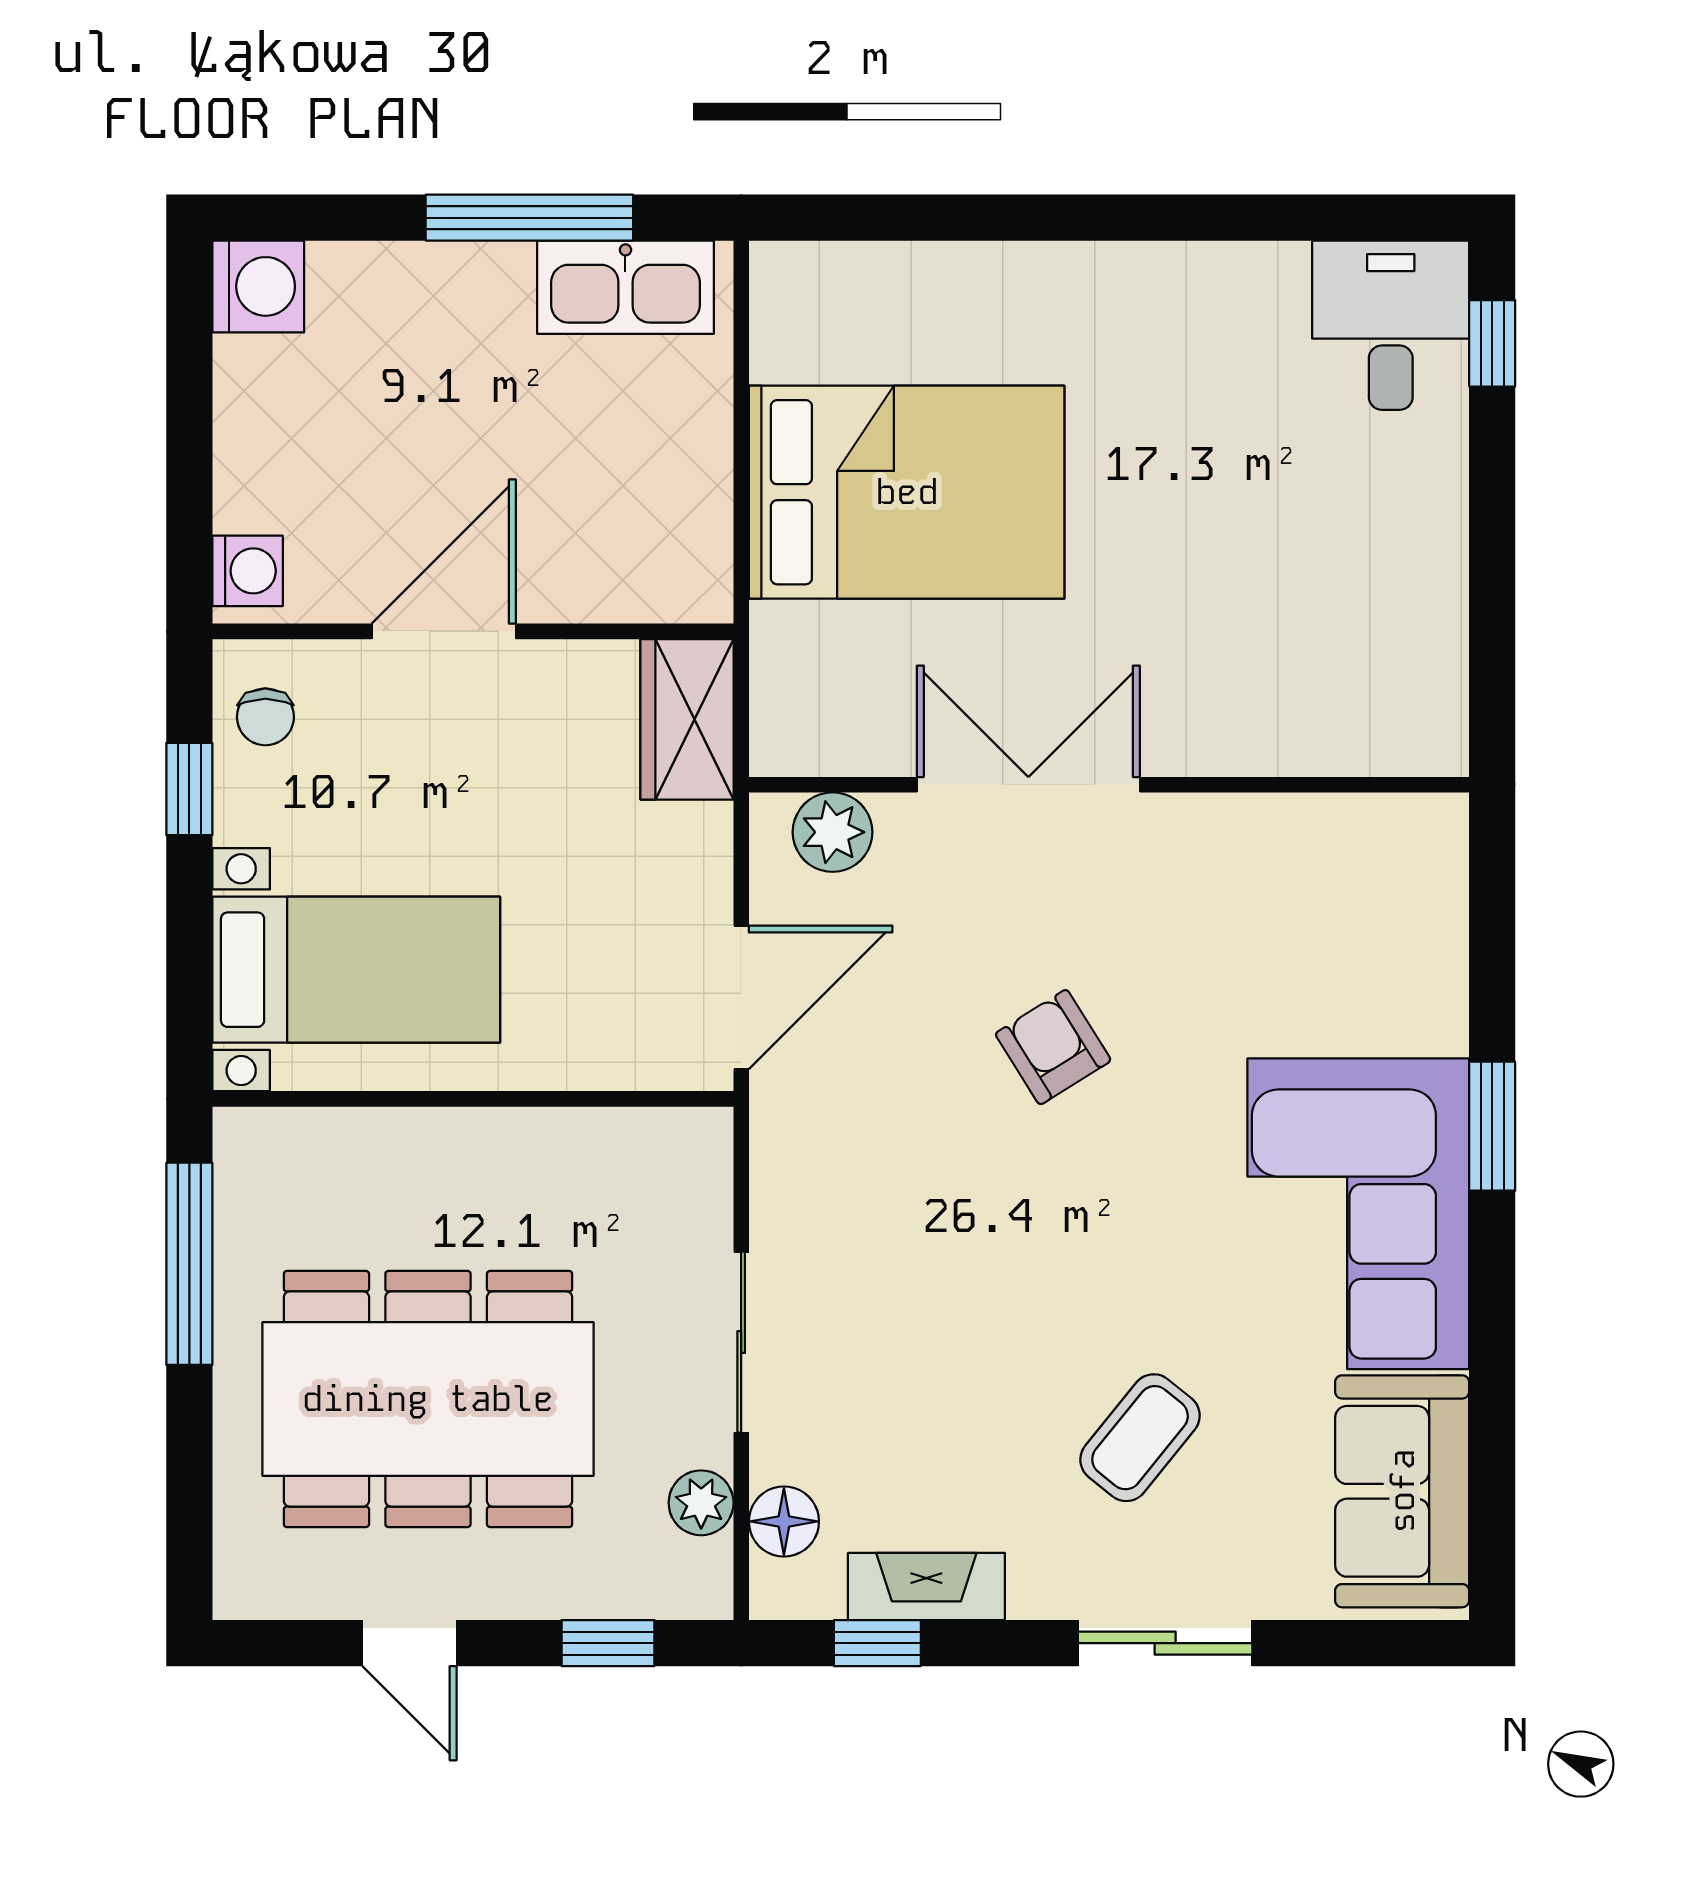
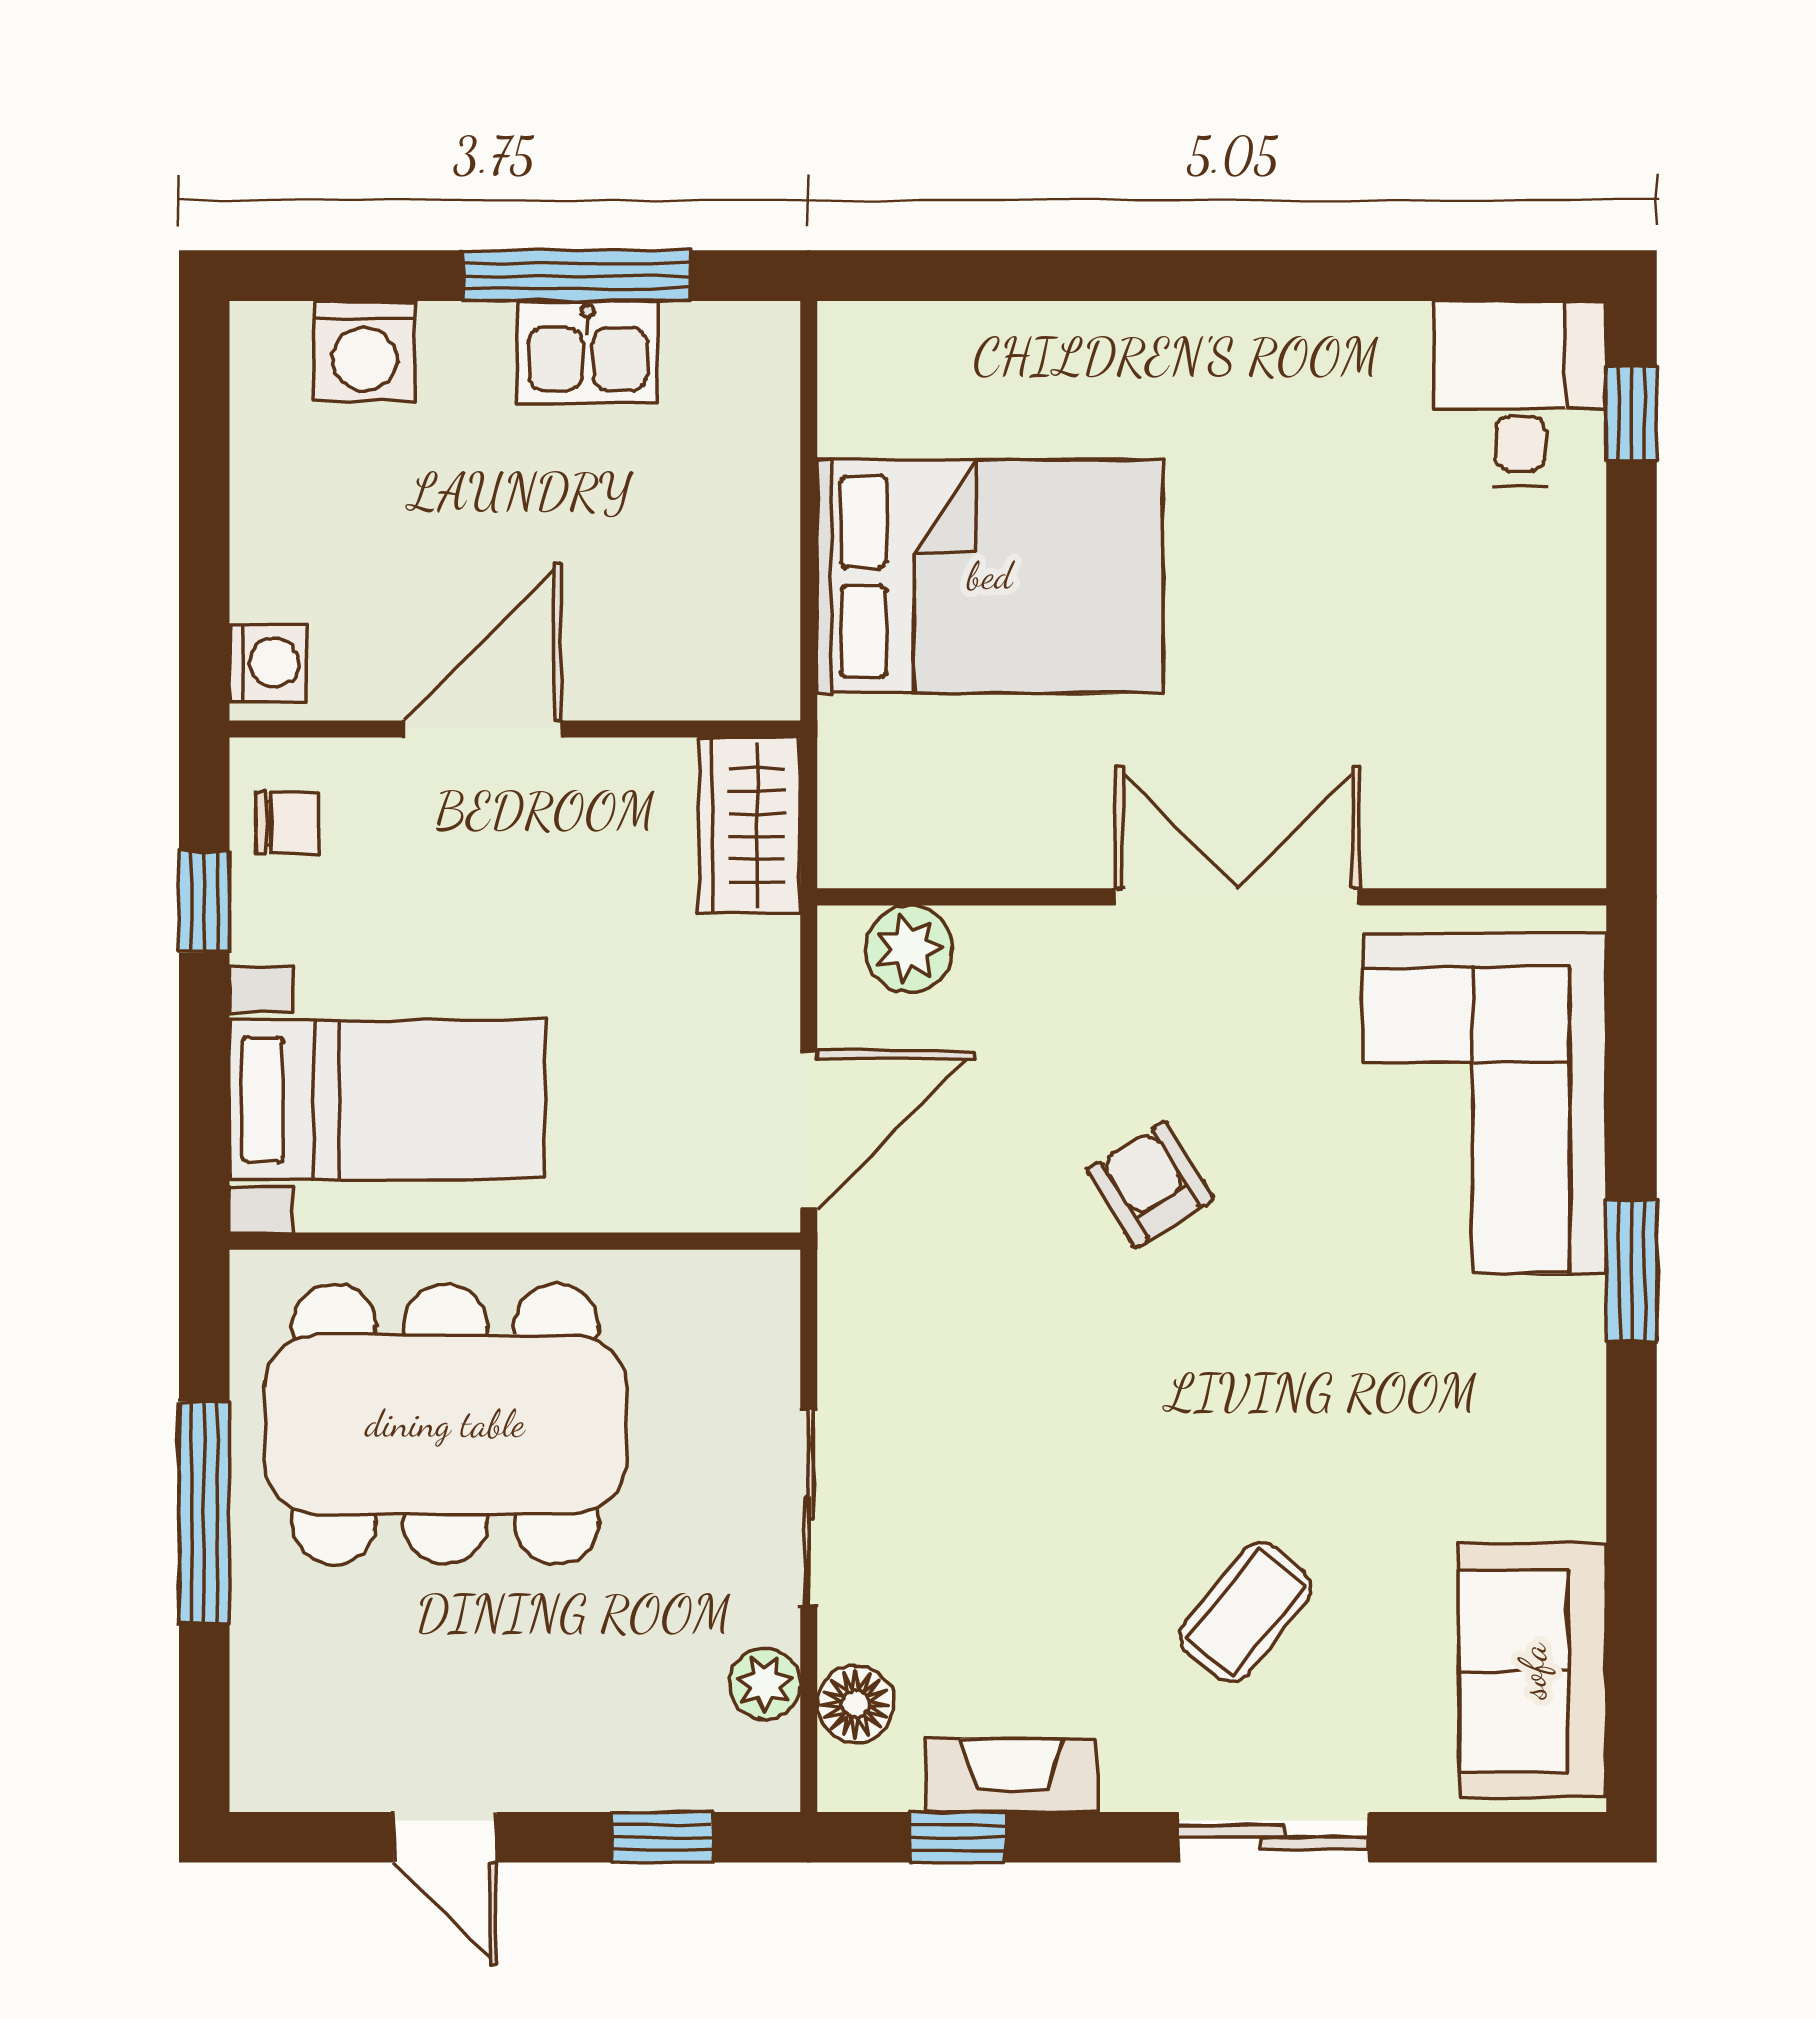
washing machine: (258, 286) -> (365, 351), moved, turned 90
kitchen sink: (625, 287) -> (588, 352), moved, width x0.73
chair: (265, 717) -> (288, 823), turned -90
double door: (1028, 785) -> (1237, 897), moved
corner sofa: (1358, 1214) -> (1485, 1103), moved
window: (189, 1264) -> (204, 1512), moved
dining table: (428, 1399) -> (445, 1424), moved

